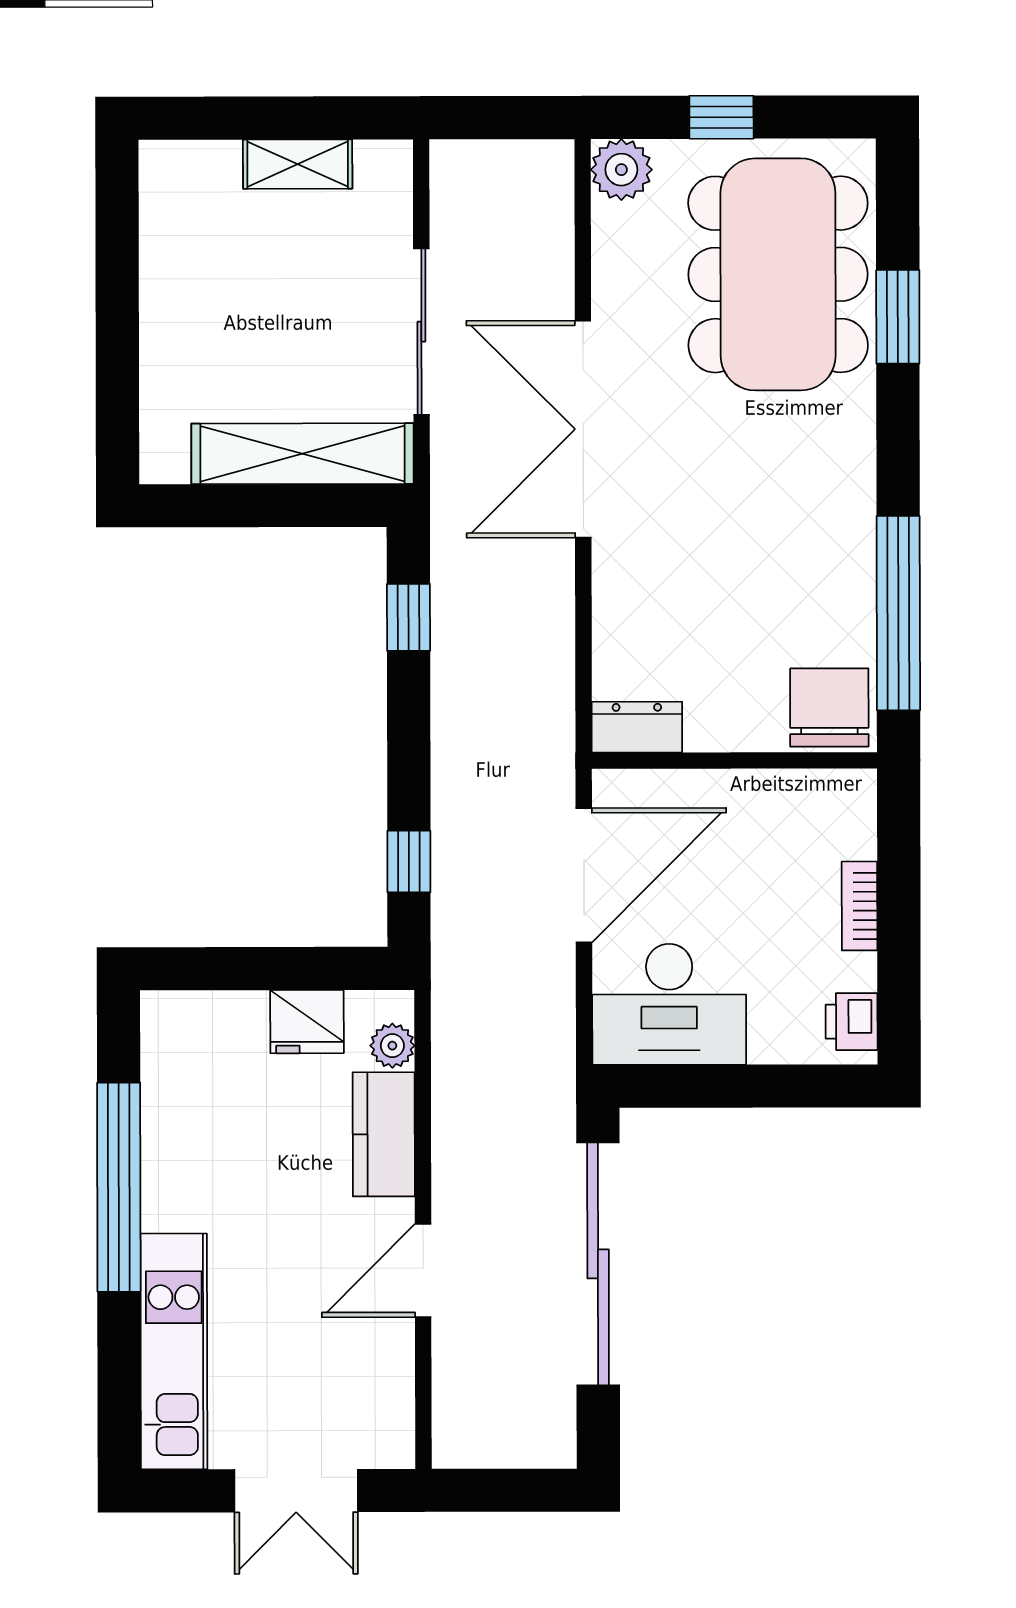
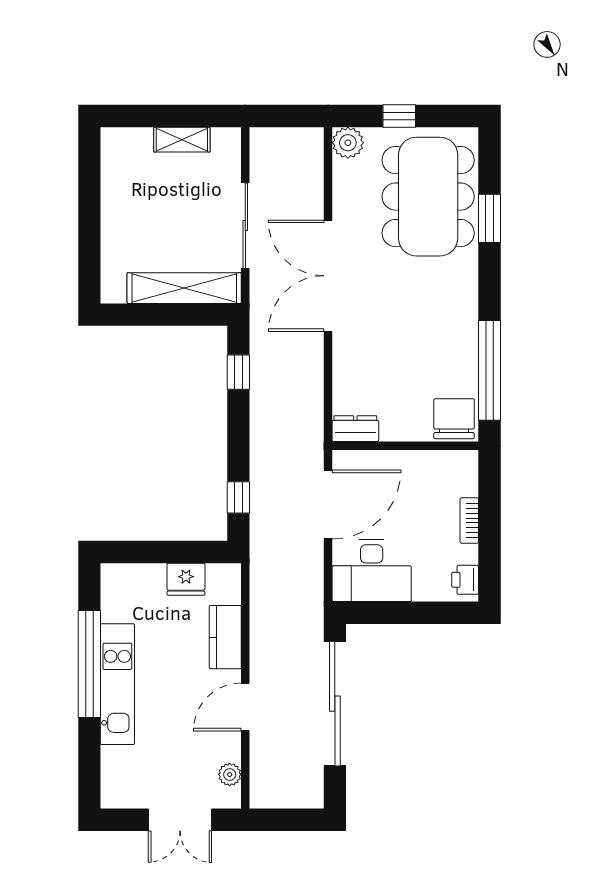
plant: (392, 1046) -> (230, 774), moved
kitchen unit: (174, 1351) -> (117, 684), moved

